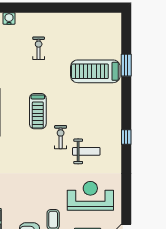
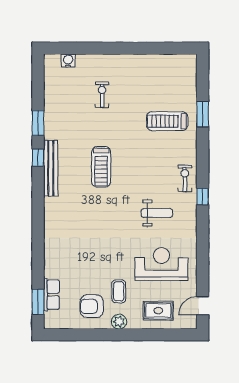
treadmill: (95, 71) -> (167, 121), width x0.73, depth x0.73
exercise bike: (61, 137) -> (185, 178), moved

